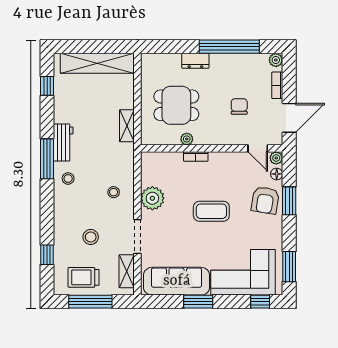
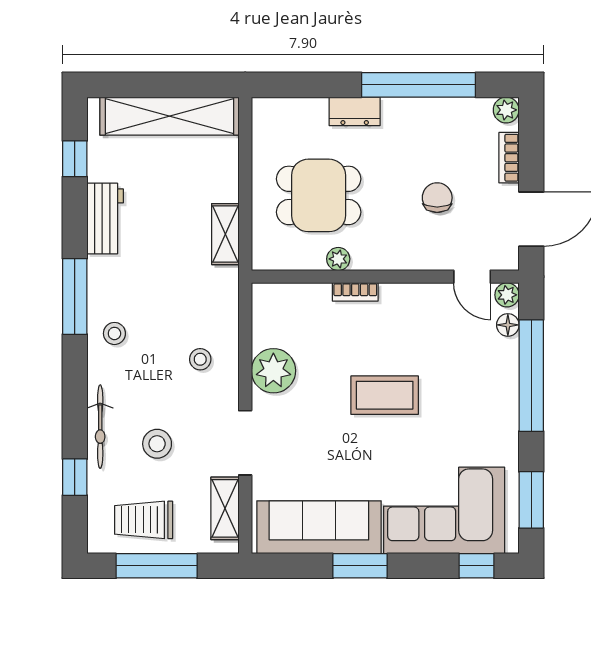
workbench: (63, 142) -> (105, 219), moved
armchair: (265, 200) -> (486, 374), removed
window: (289, 201) -> (531, 376), width x2.11
bicycle: (61, 228) -> (100, 427), added

